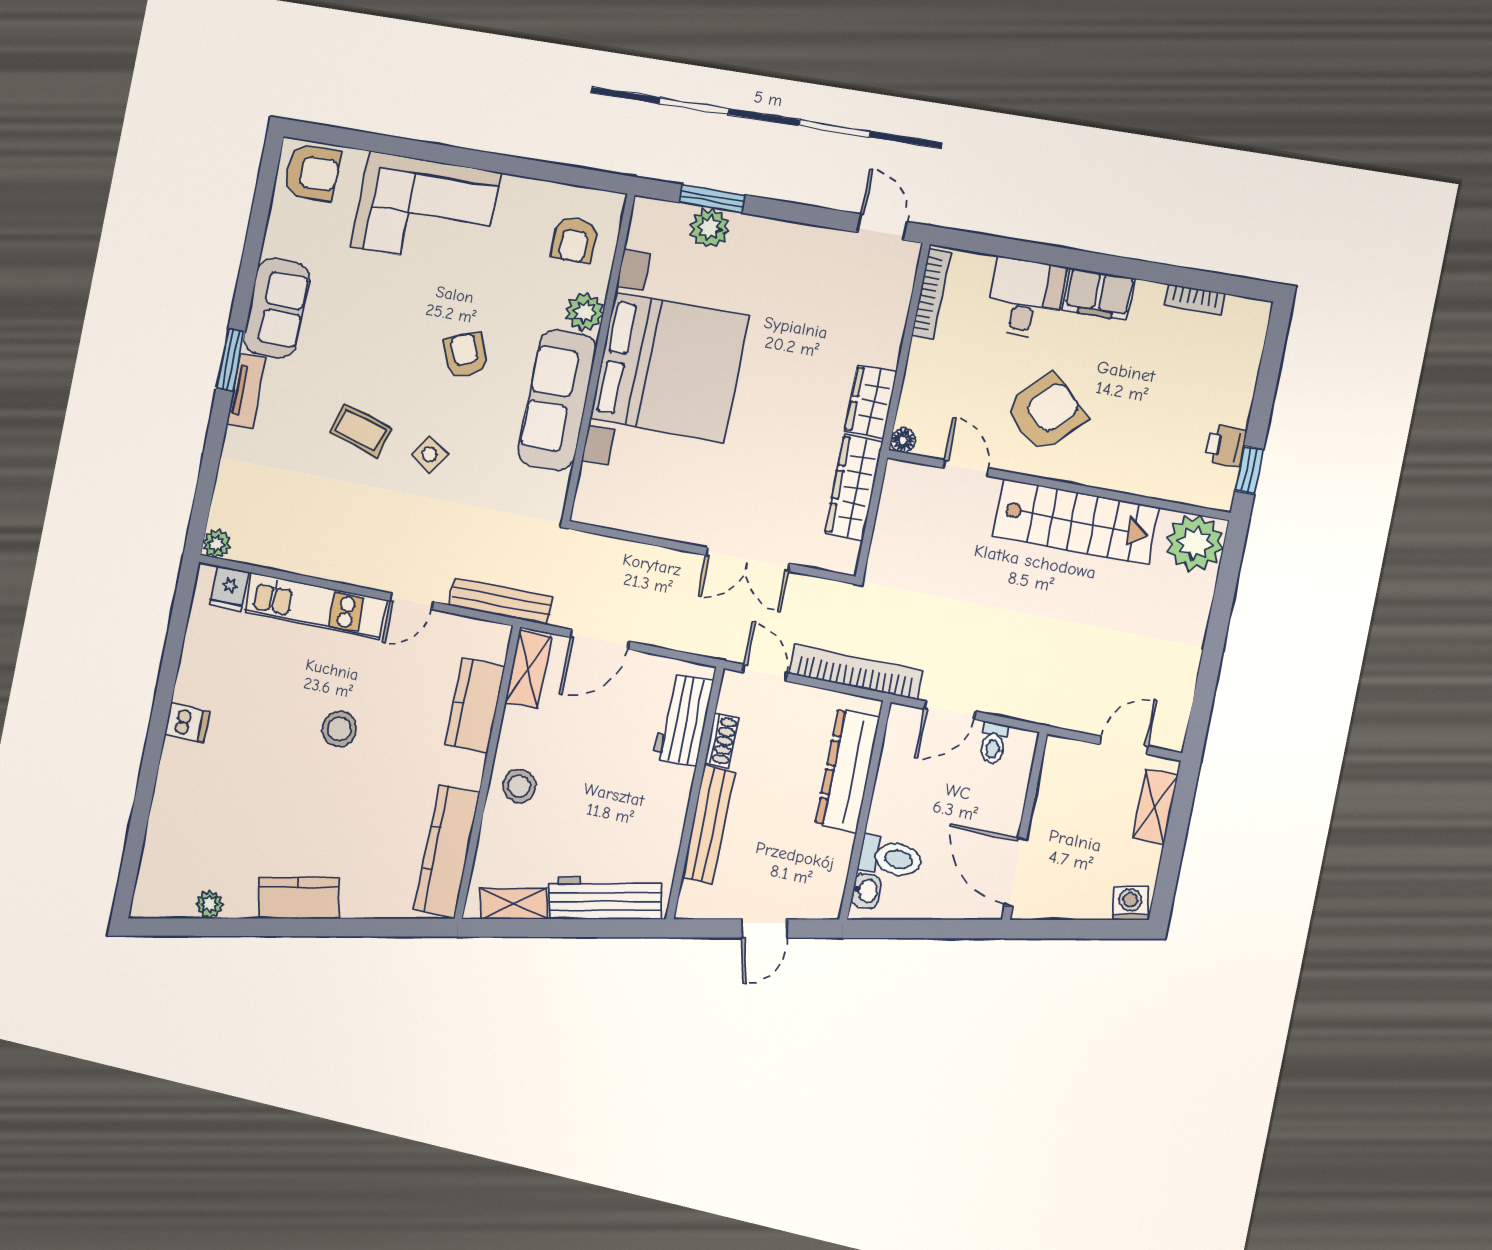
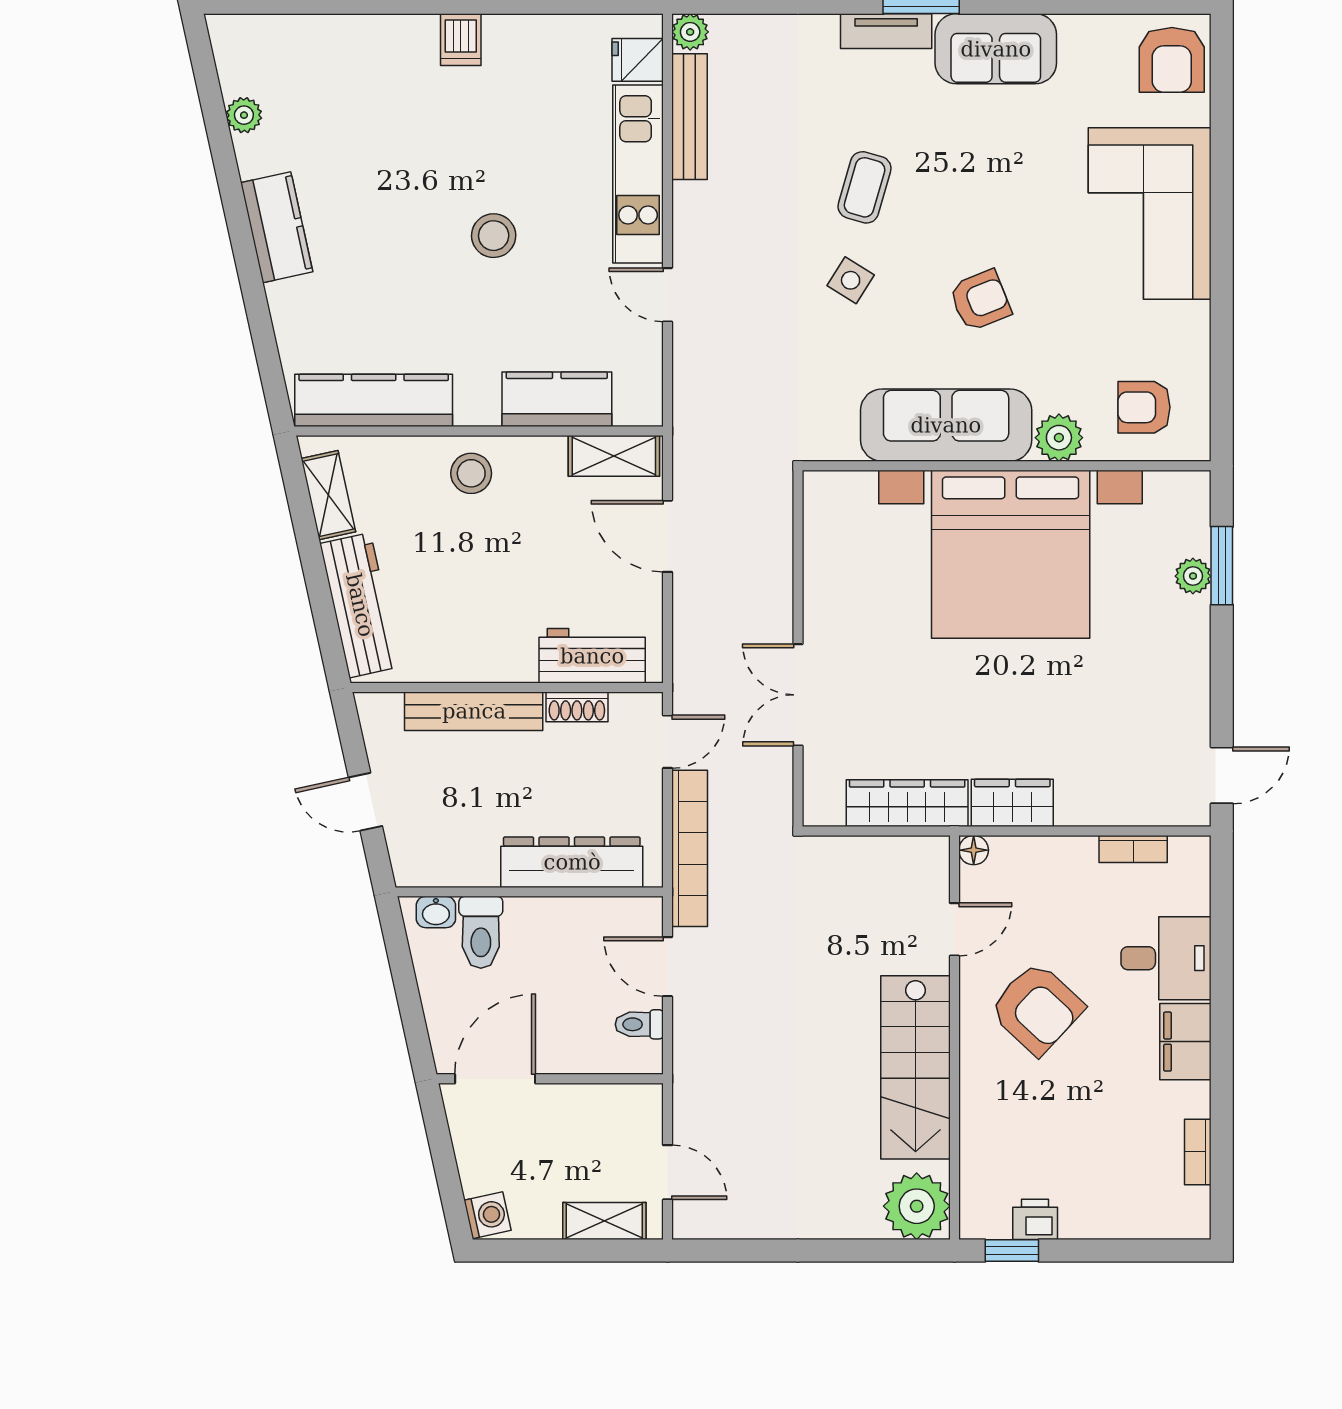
plant: (709, 228) -> (1193, 576), width x0.73, depth x0.73
bookcase: (932, 294) -> (1133, 849), width x0.64
bench: (501, 601) -> (689, 117), moved

